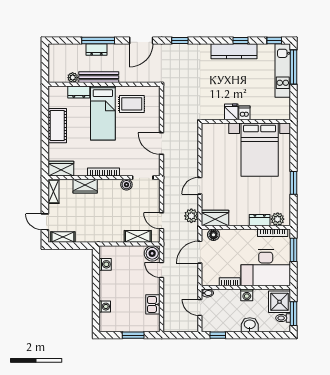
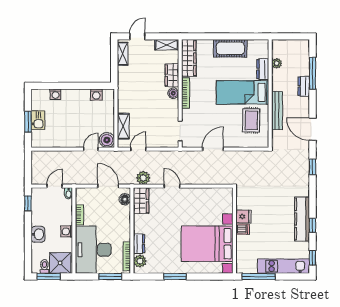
window: (98, 40) -> (313, 73), moved
window: (294, 67) -> (259, 277), moved
bench: (99, 77) -> (277, 111), moved
wardrobe: (61, 169) -> (189, 58), width x1.50
boiler: (126, 185) -> (173, 93), moved
kitchen sink: (153, 304) -> (38, 120), moved, turned 90

